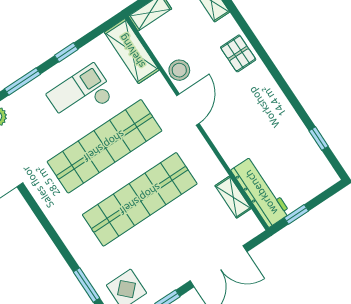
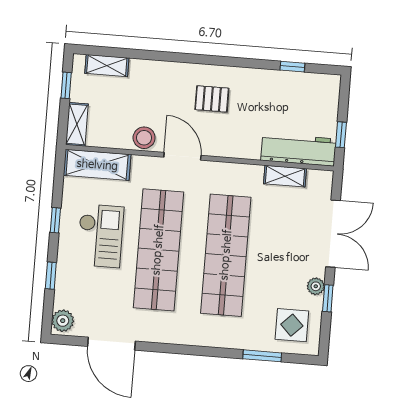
pallet: (238, 53) -> (212, 99), moved
window: (23, 81) -> (51, 276), width x0.67
checkout: (81, 95) -> (100, 236), turned 180
plant: (169, 284) -> (316, 286), added

